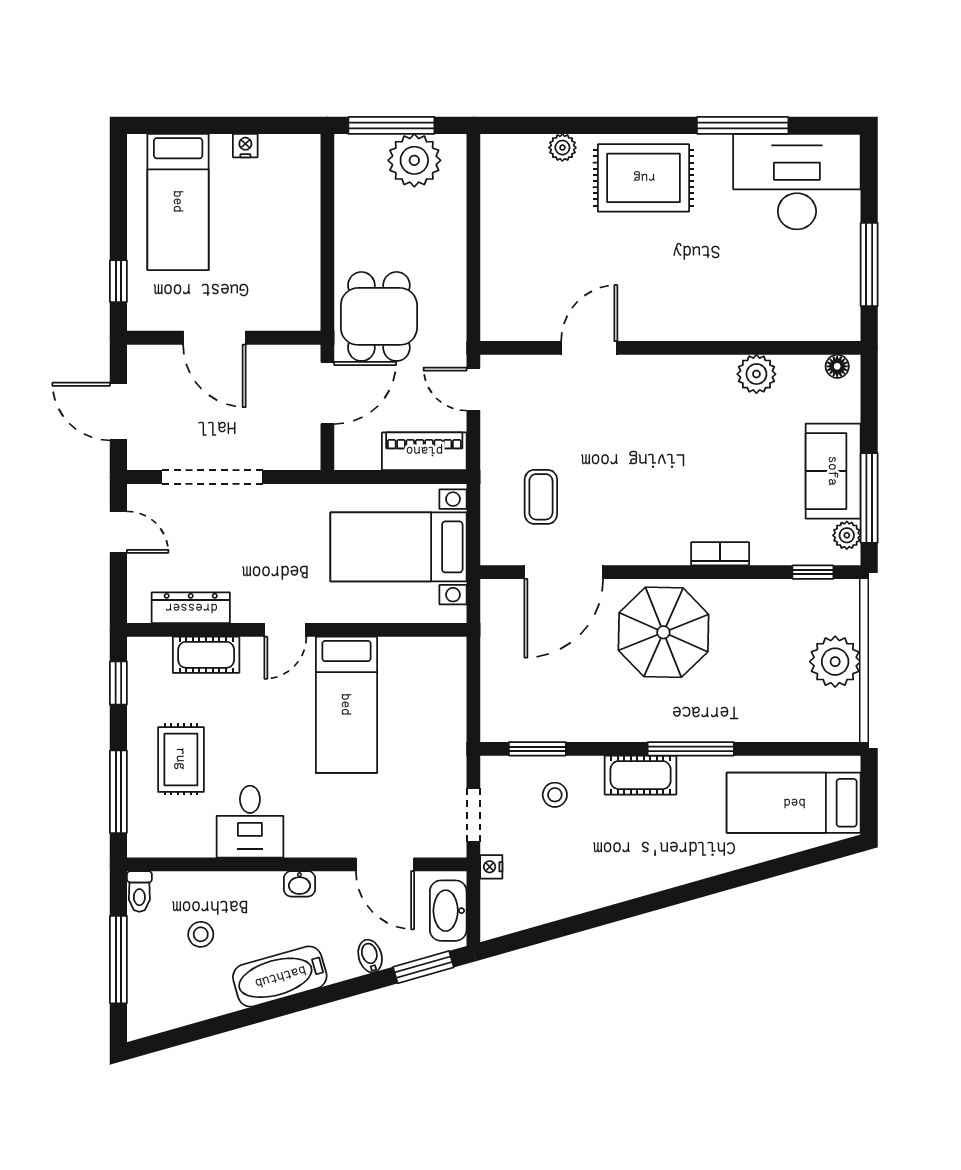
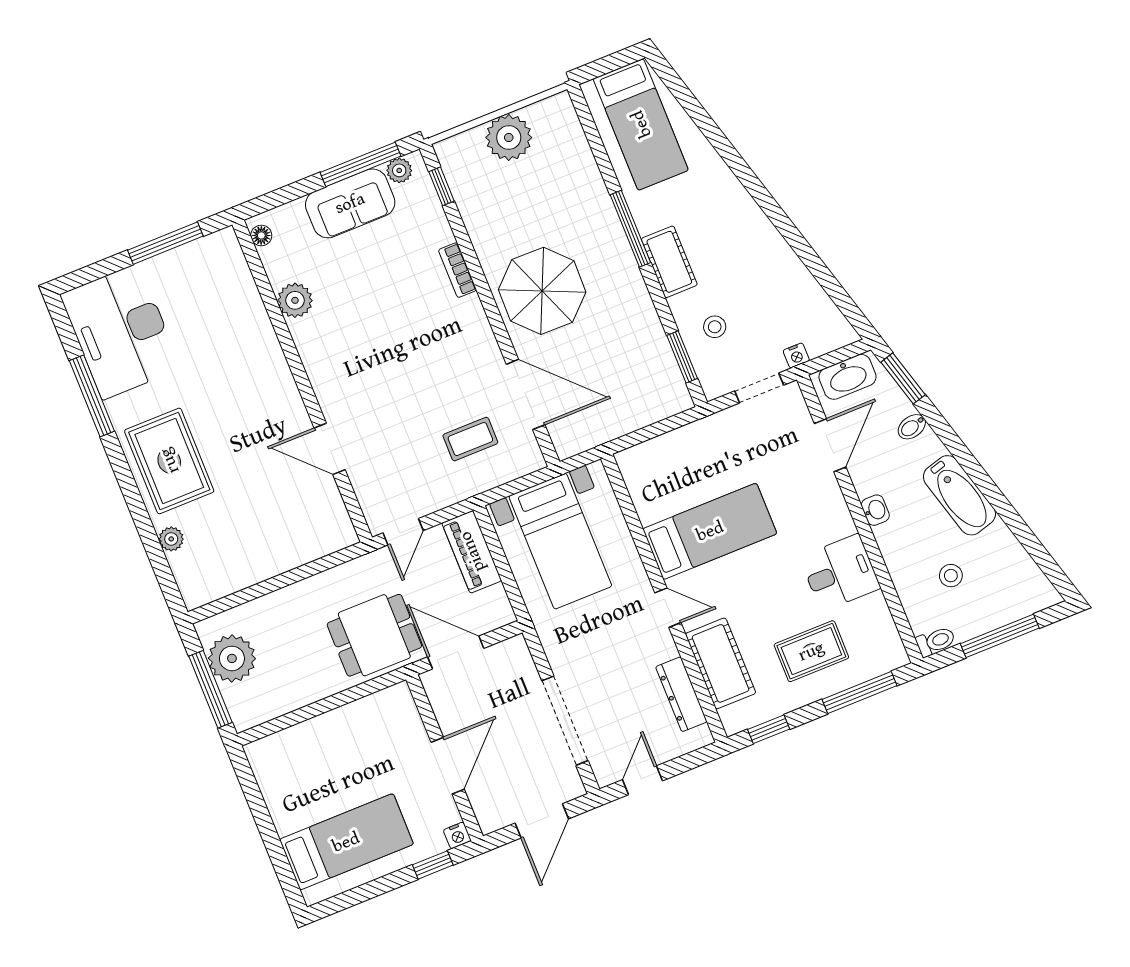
nightstand: (245, 146) -> (457, 835), moved, turned -90
cot: (206, 655) -> (721, 663), width x1.37, depth x1.34

